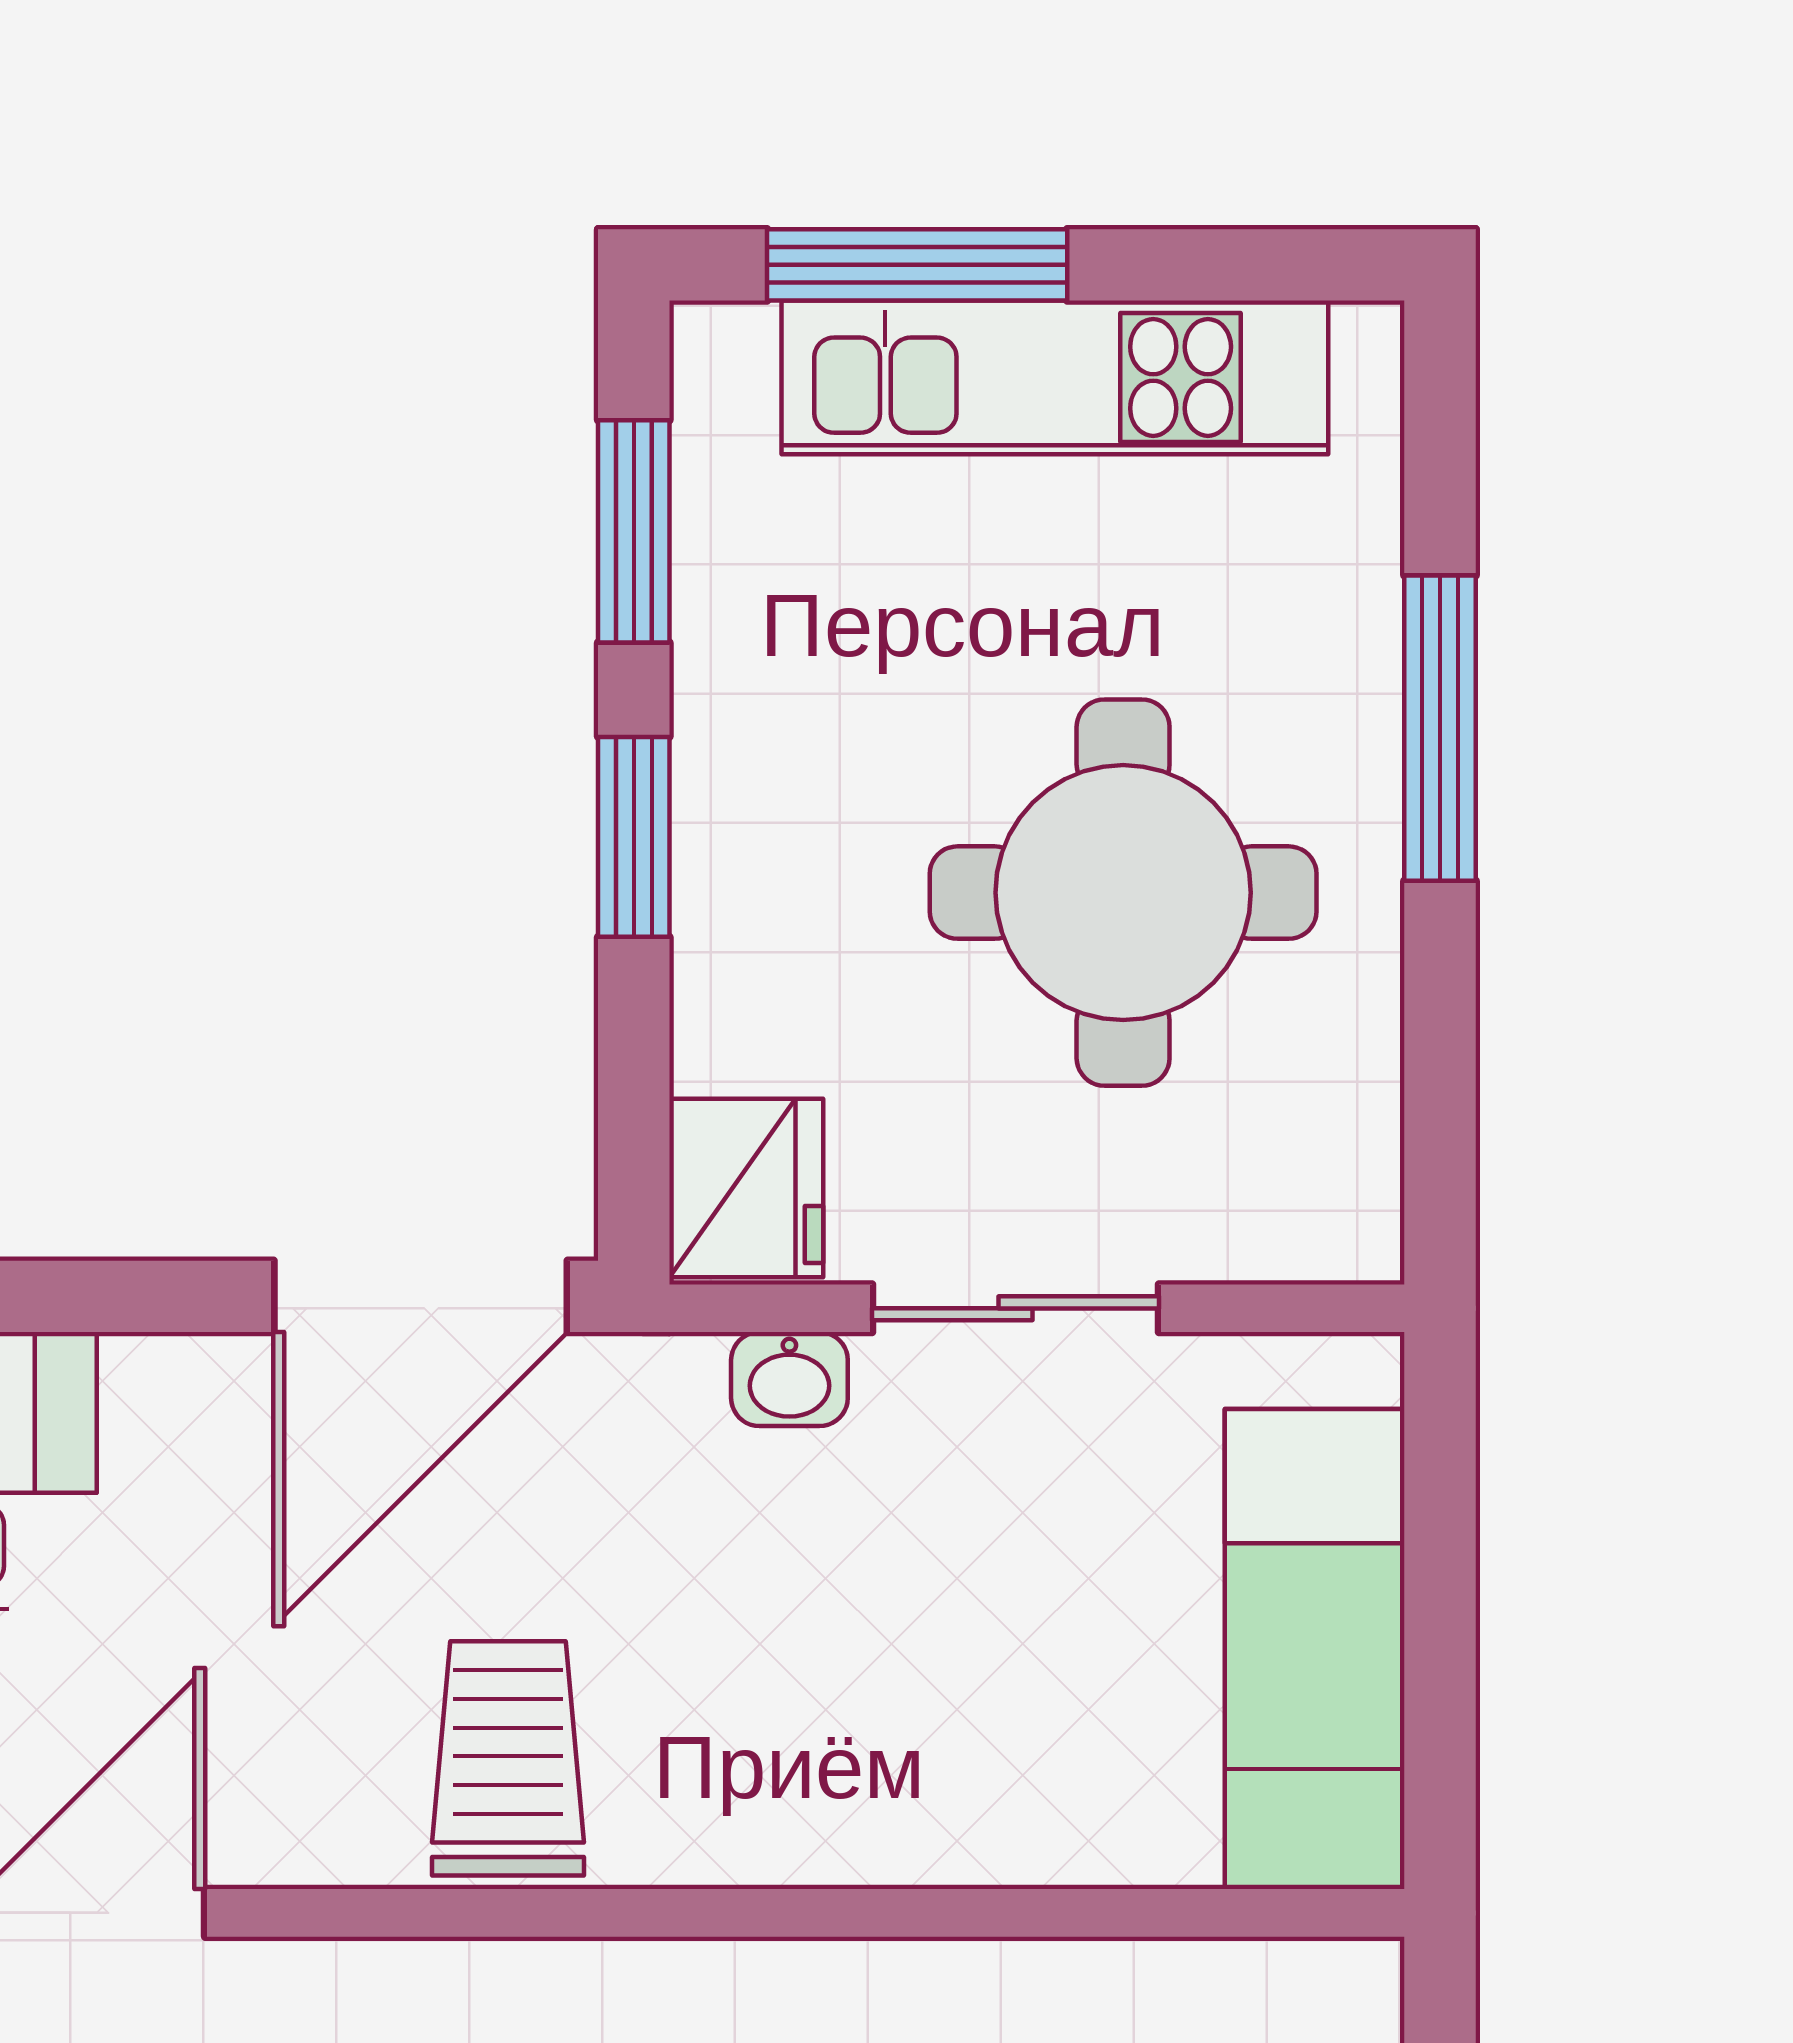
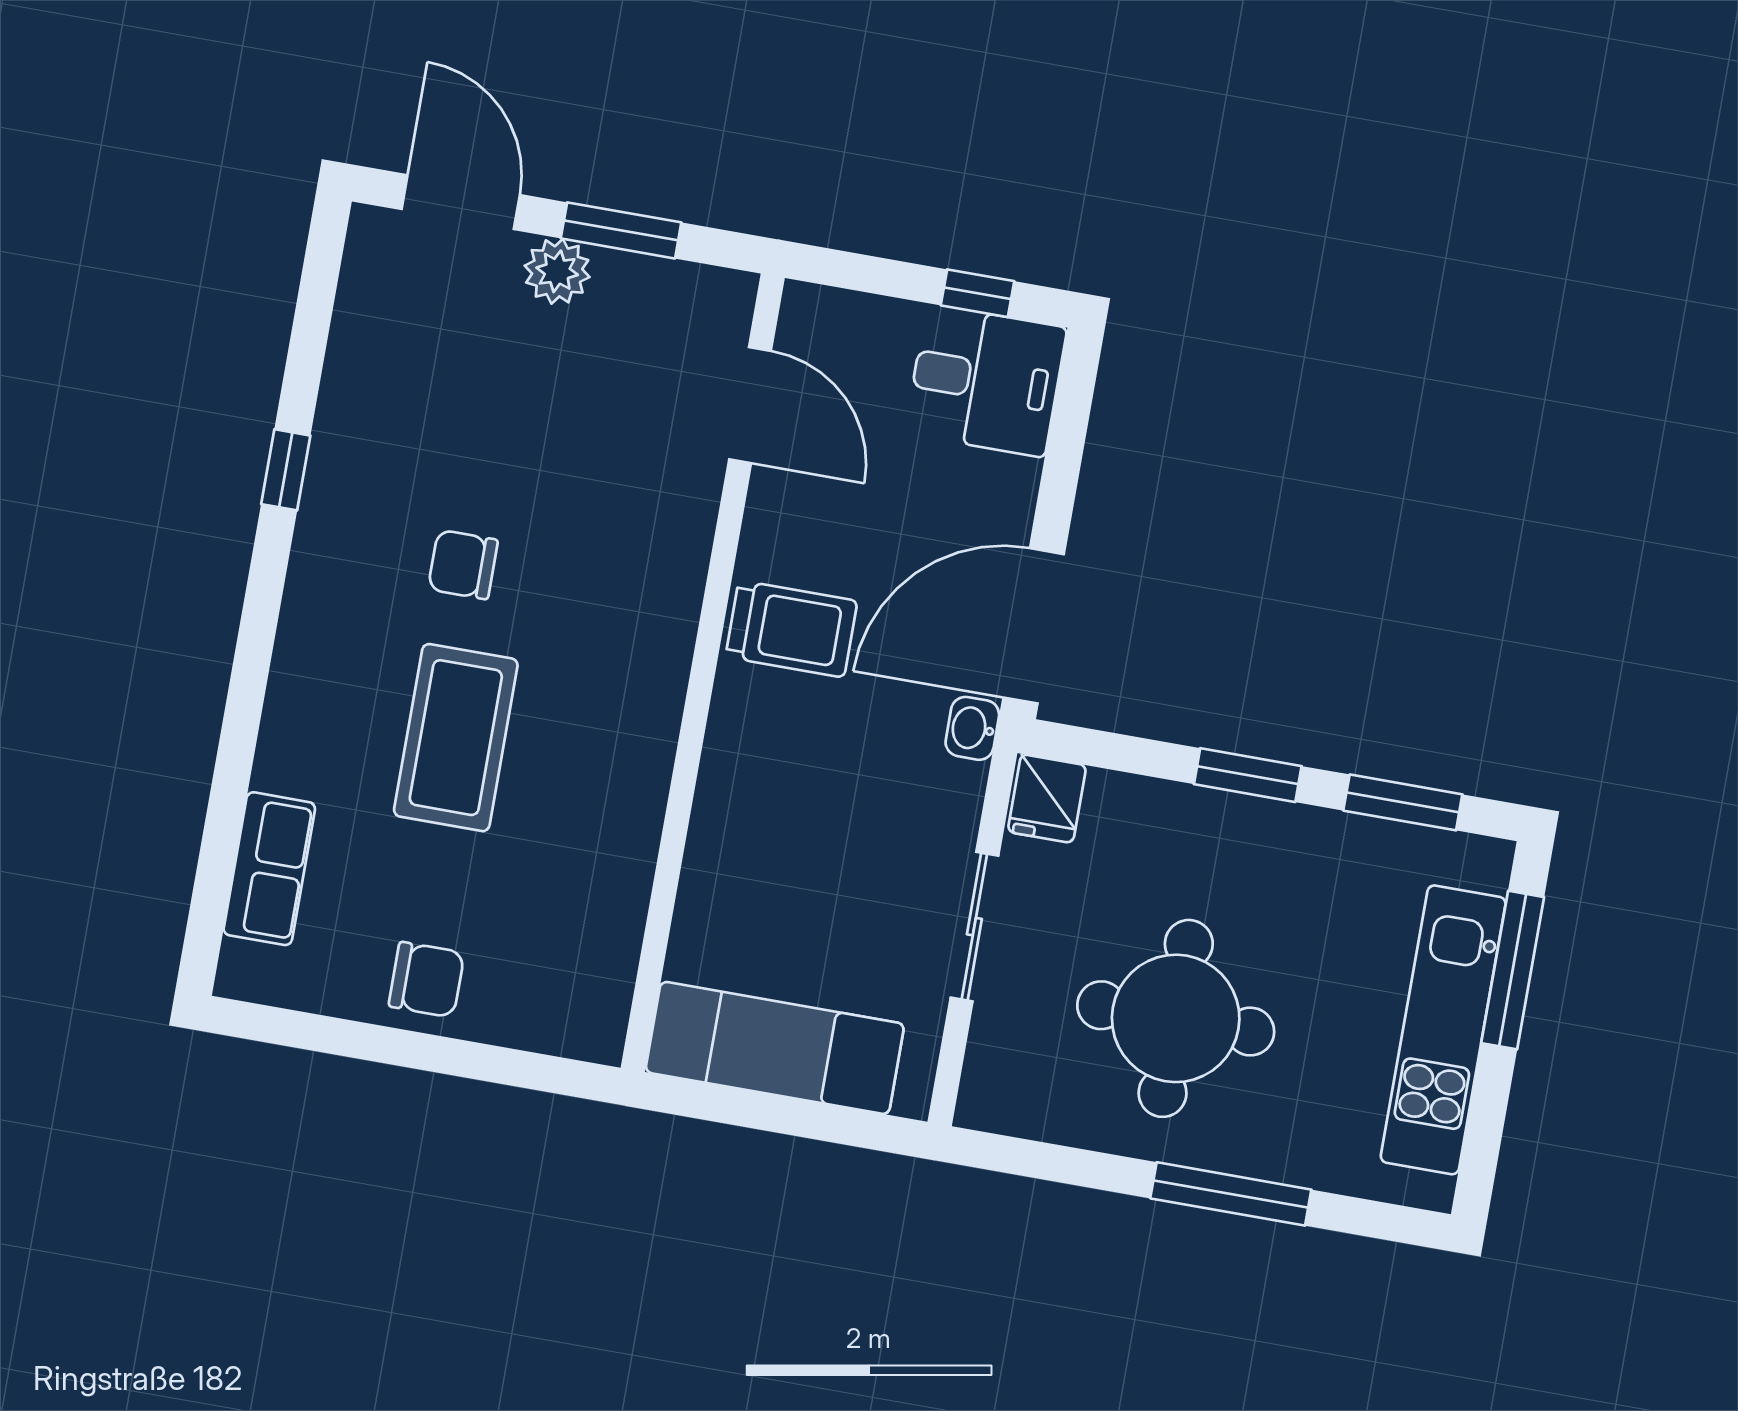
fridge: (746, 1188) -> (1047, 799), width x0.72
door: (421, 1296) -> (1034, 626), hinge flipped
washbasin: (789, 1379) -> (972, 728), moved

